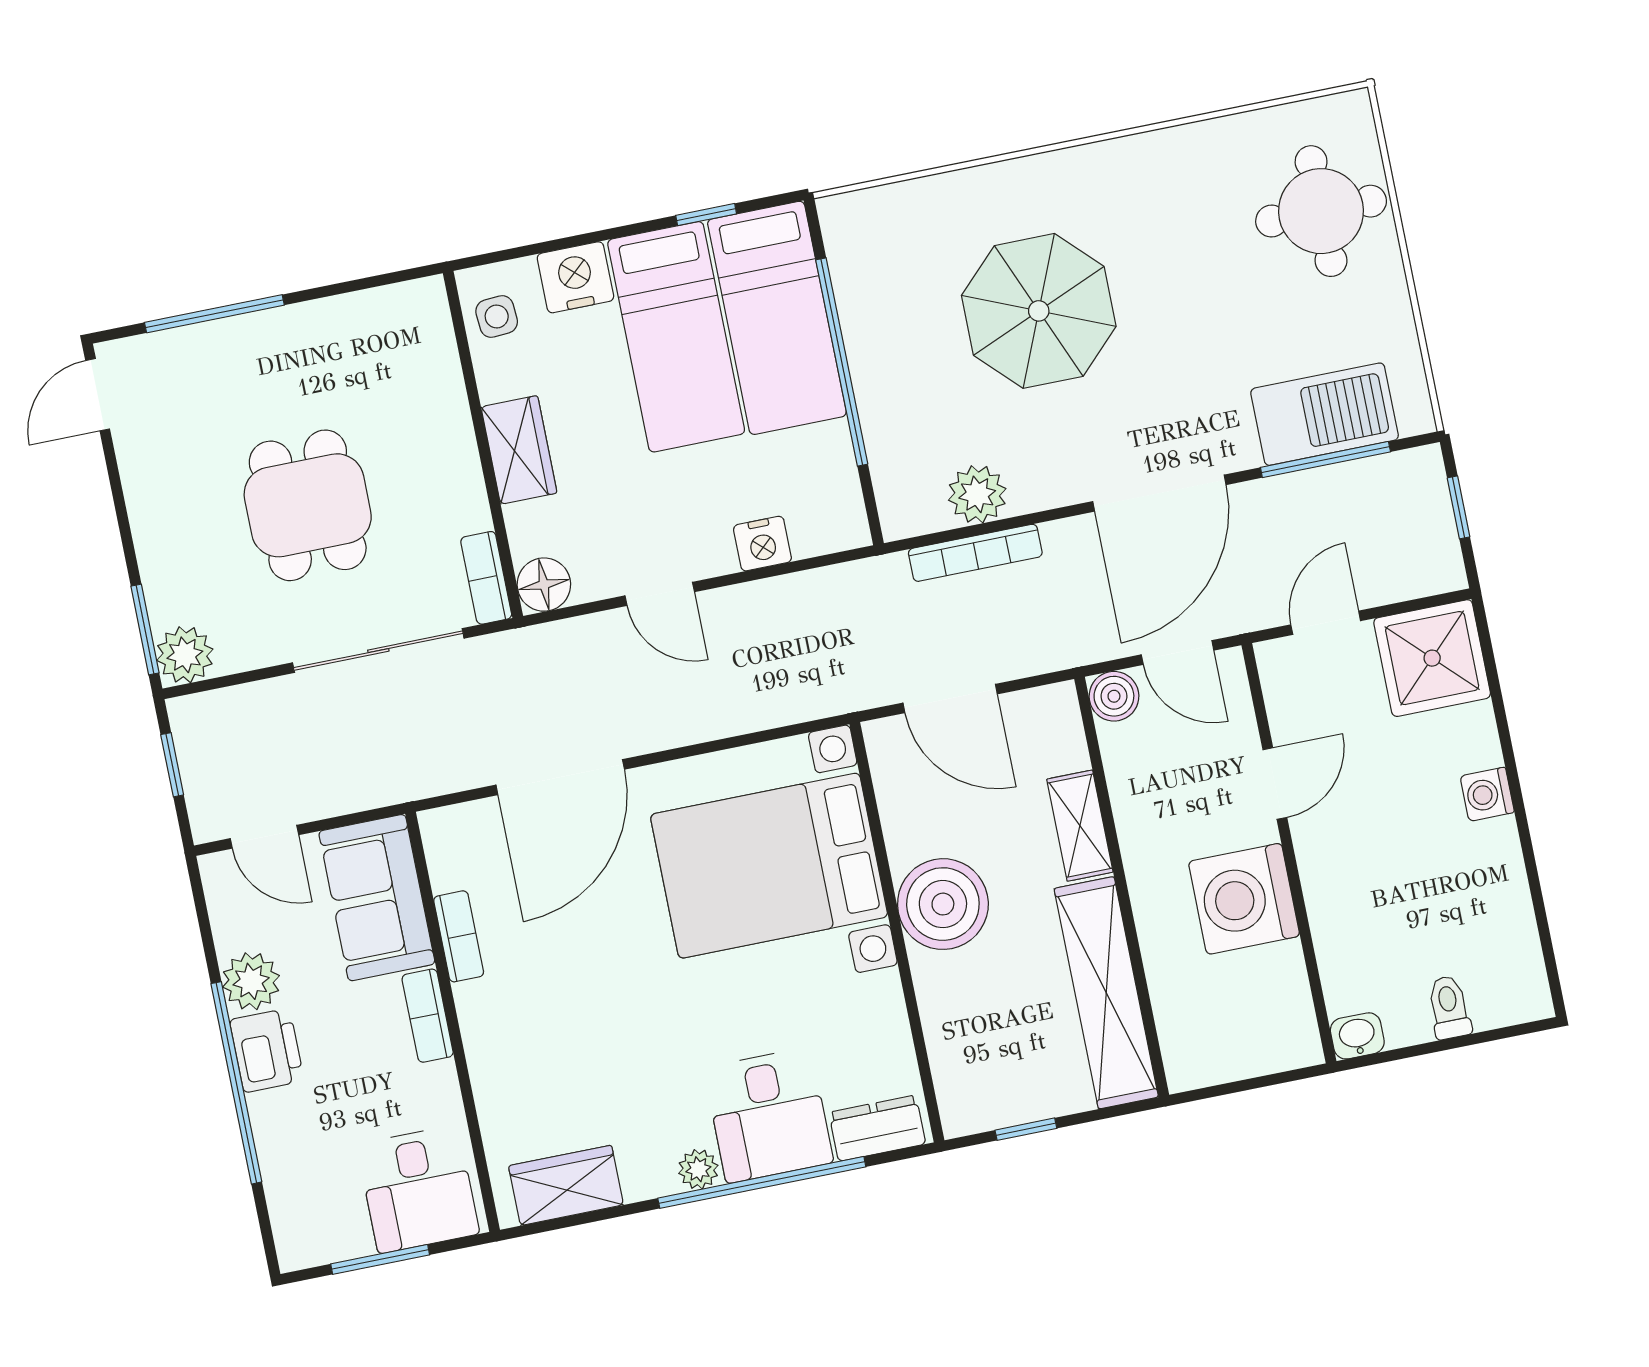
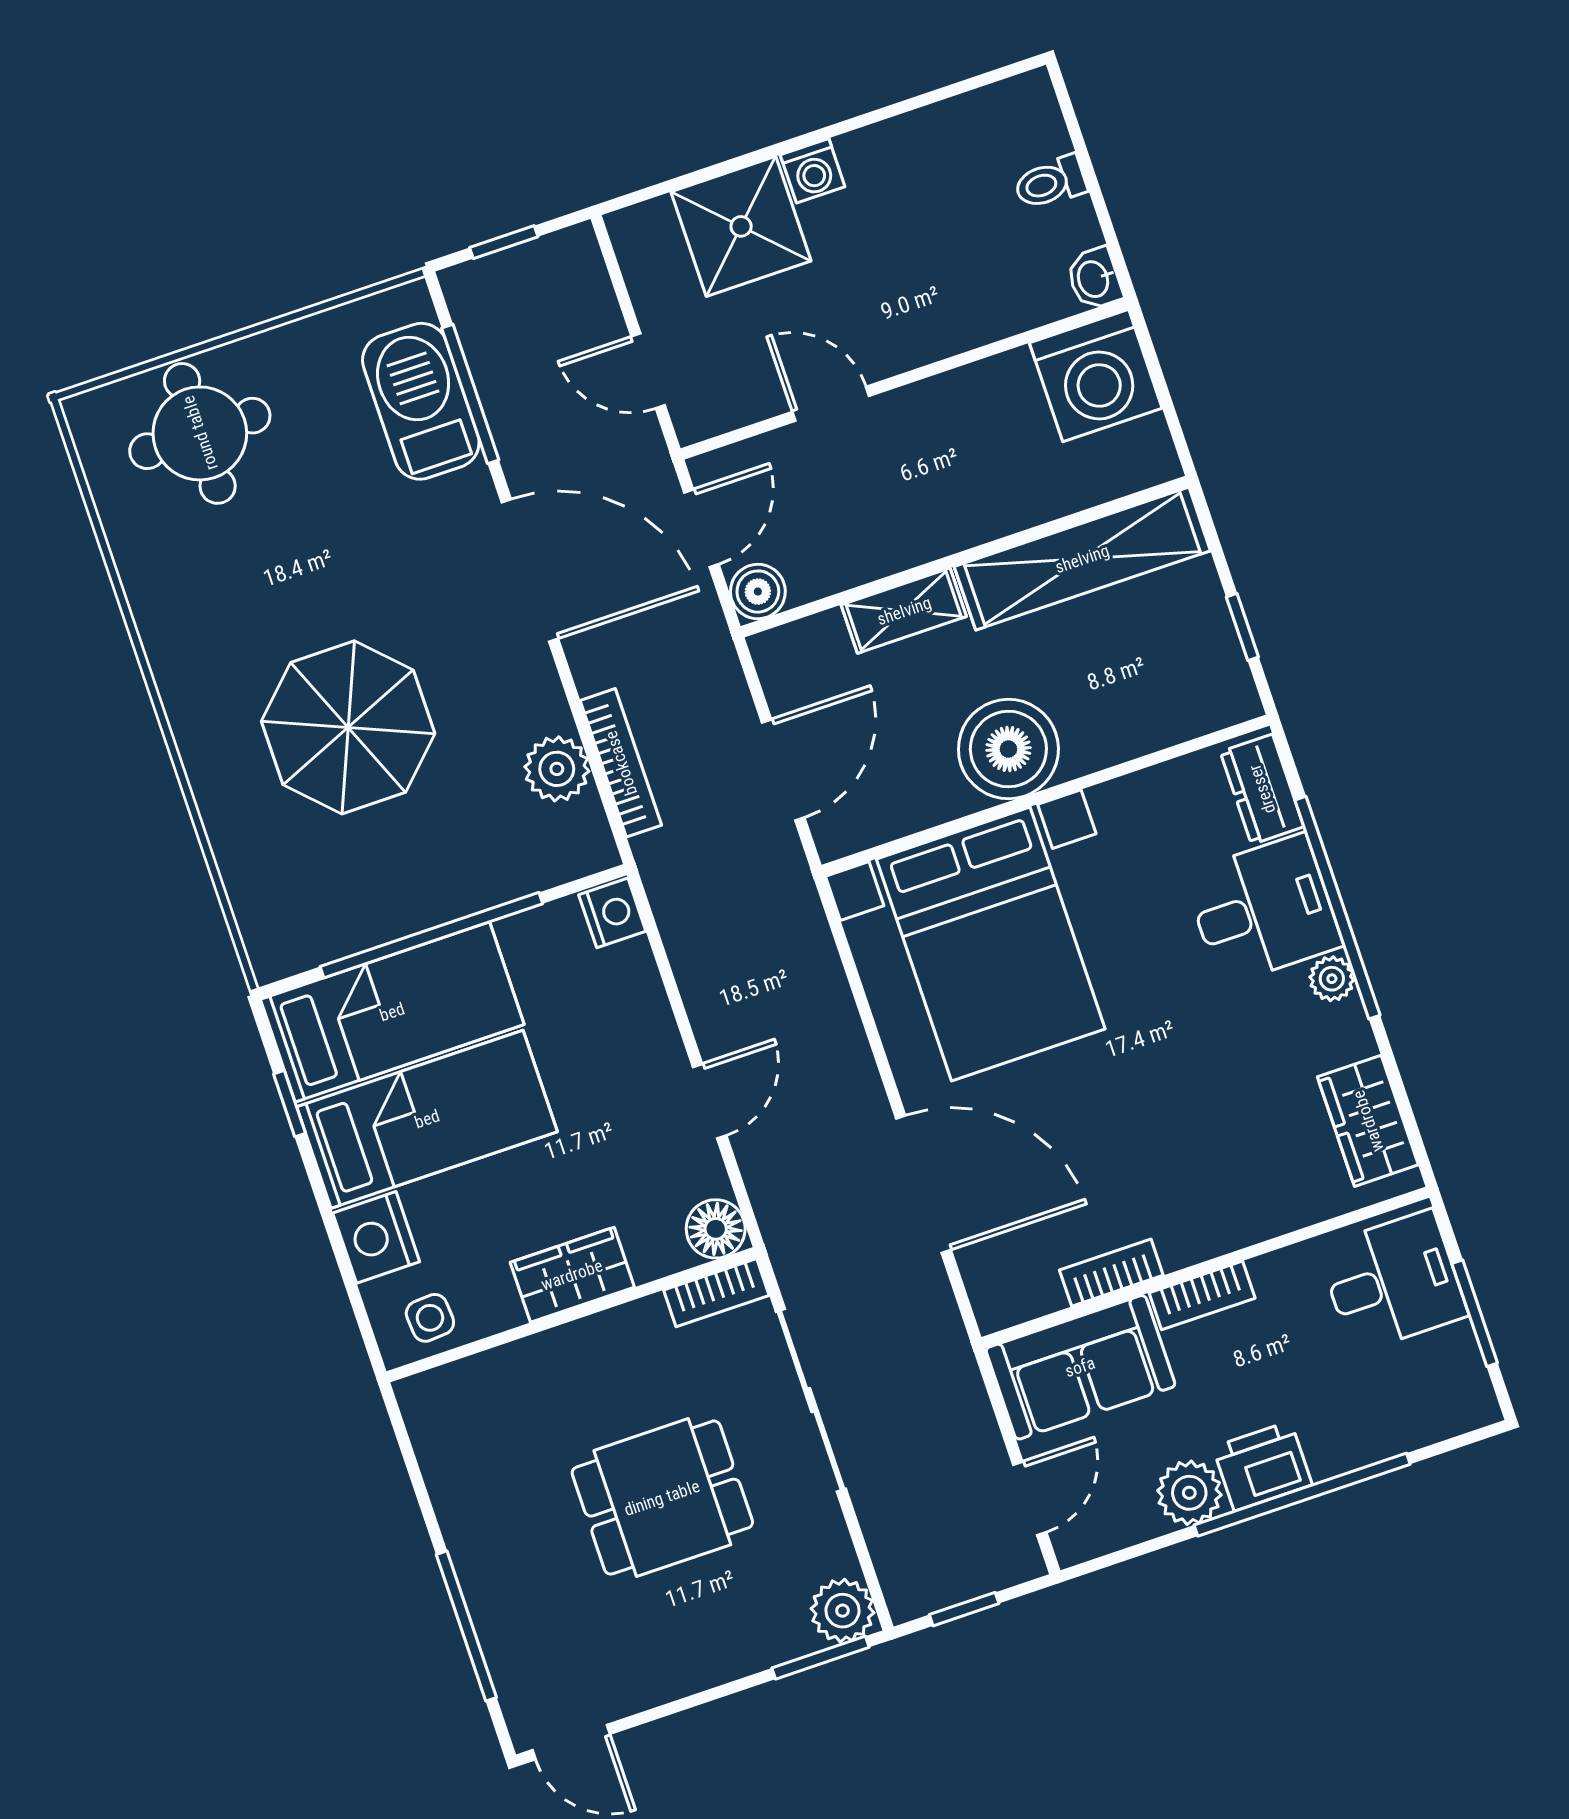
nightstand: (762, 544) -> (612, 913), moved
shower: (1432, 658) -> (741, 226), moved
washing machine: (1244, 899) -> (1096, 376), moved

